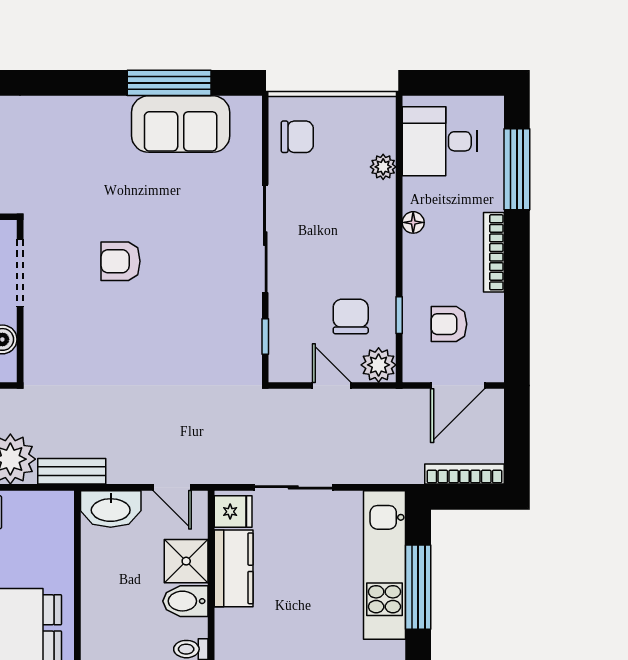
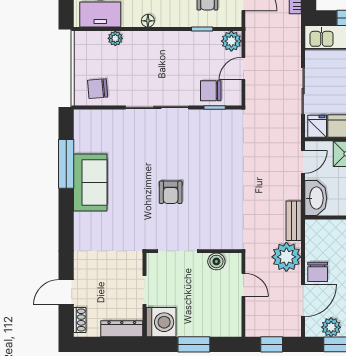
sofa: (181, 124) -> (90, 183), moved
chair: (297, 137) -> (98, 89), turned -95
chair: (351, 316) -> (211, 91), moved

